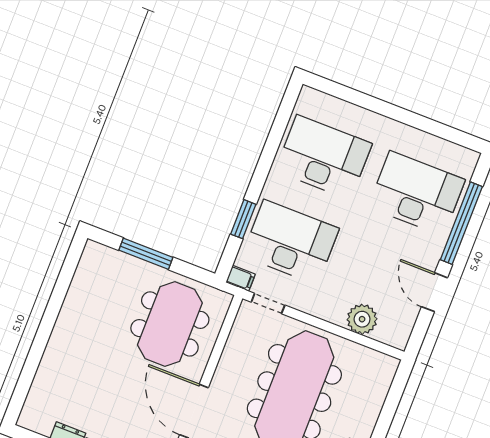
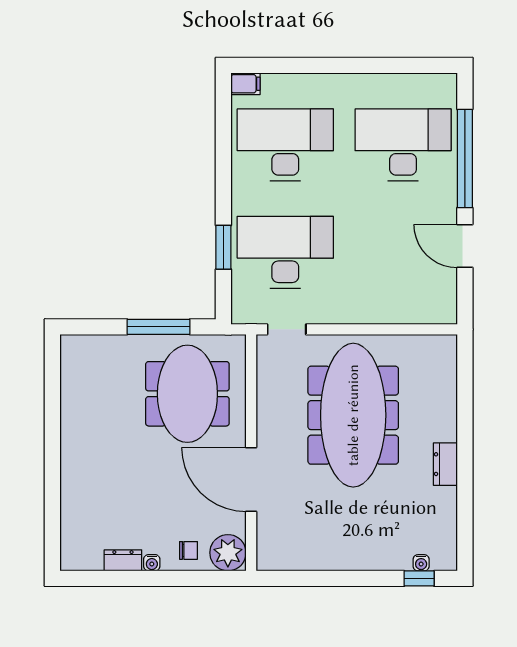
window: (146, 254) -> (159, 327), moved
filing cabinet: (240, 278) -> (246, 84), moved
plant: (362, 319) -> (397, 307), removed

